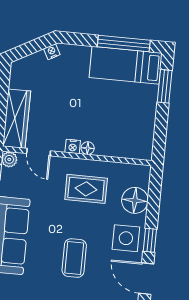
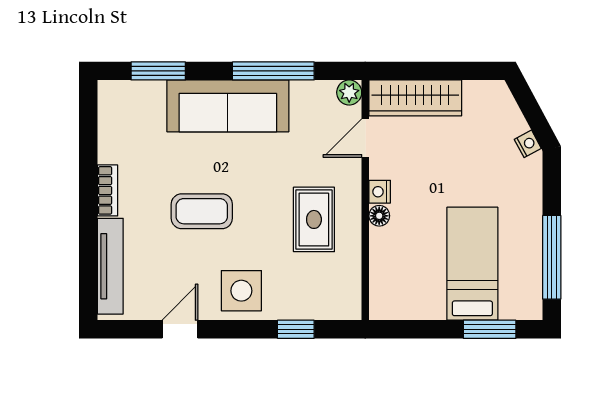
bed: (126, 65) -> (472, 264), moved
floor lamp: (135, 200) -> (303, 299), removed
window: (150, 240) -> (296, 329), moved
door: (146, 279) -> (180, 329), width x0.73

